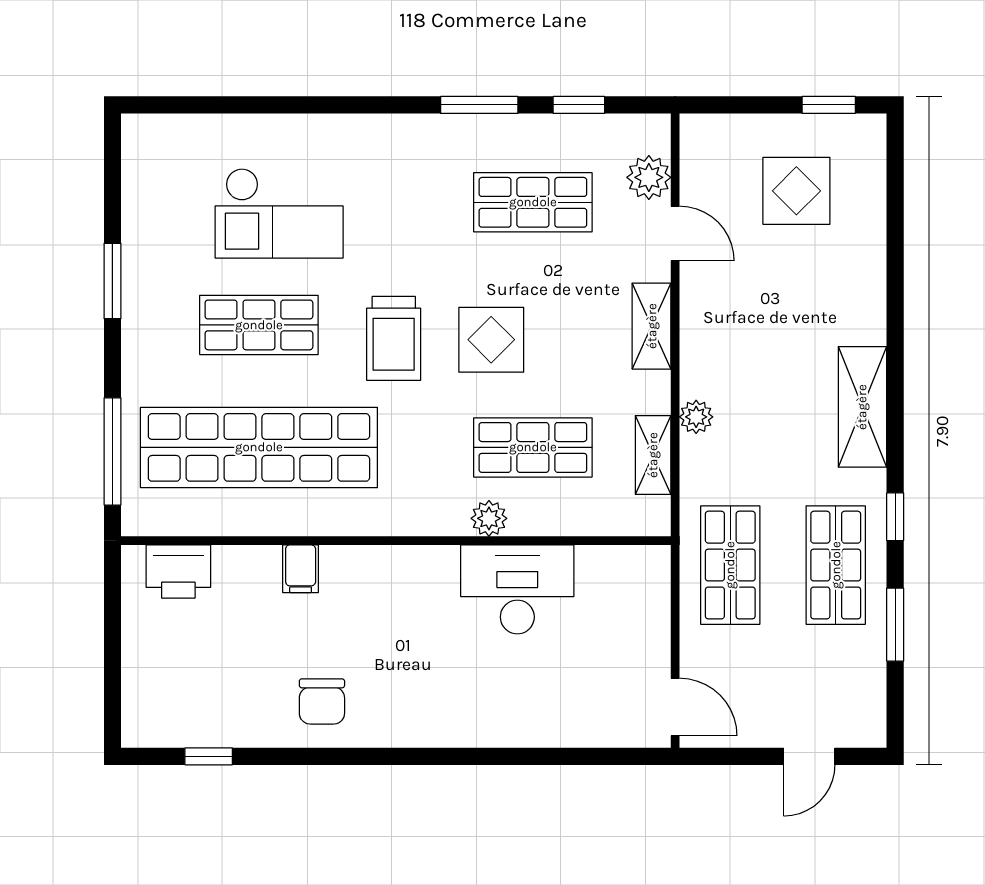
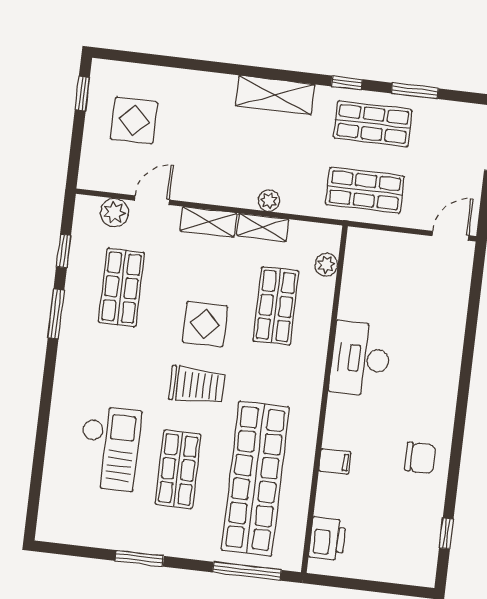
shelving: (653, 455) -> (263, 227), moved
plant: (489, 518) -> (326, 265), moved
desk: (517, 589) -> (360, 359), moved

